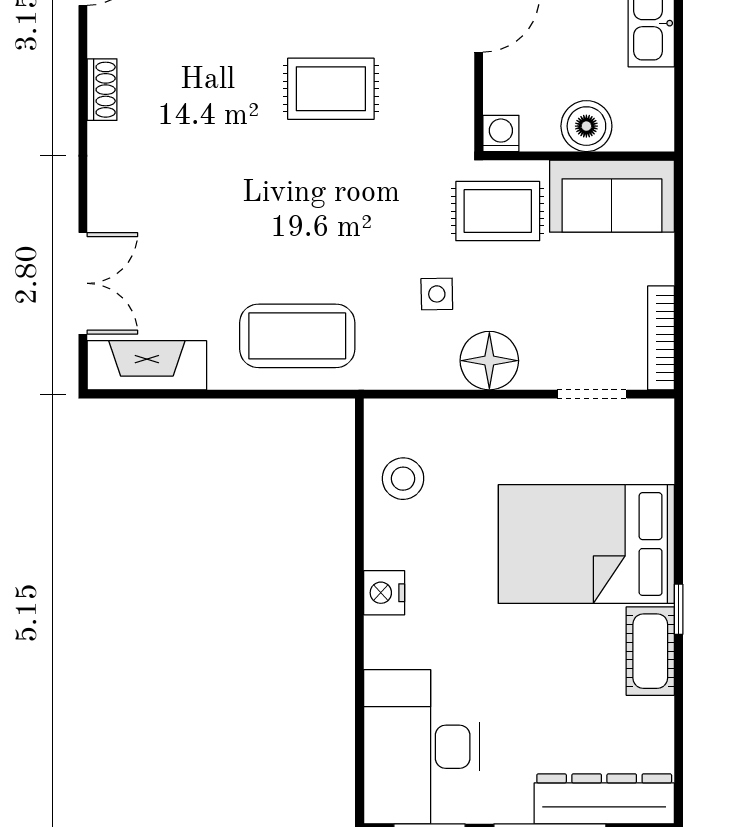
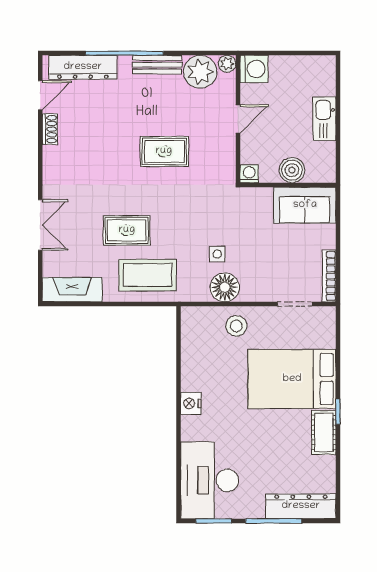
shoe rack: (102, 90) -> (50, 129), moved
rug: (498, 211) -> (127, 230), moved
double door: (83, 283) -> (40, 225), moved
floor lamp: (489, 361) -> (225, 287), moved
stool: (403, 479) -> (236, 326), moved

